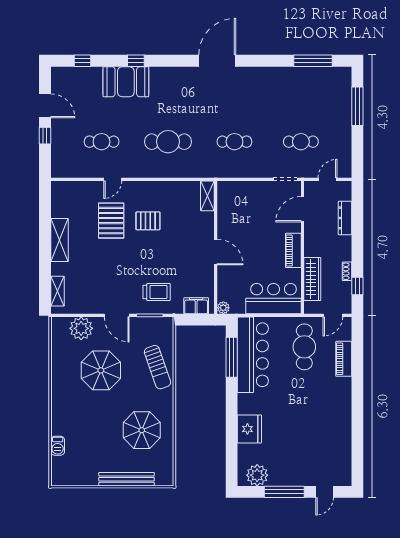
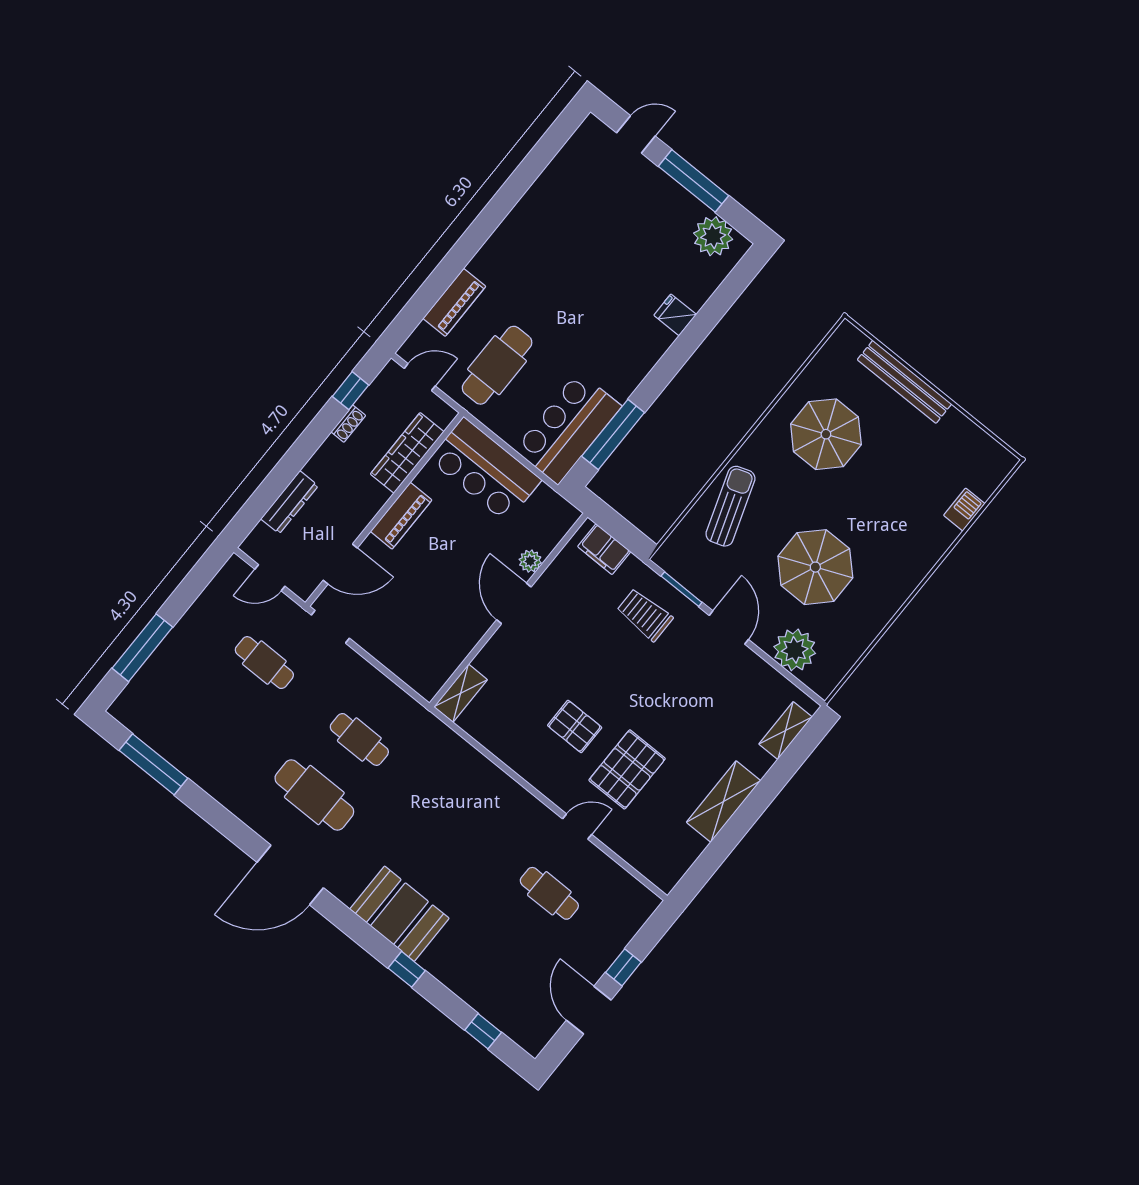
booth: (126, 82) -> (399, 914), moved
cafe table: (168, 142) -> (314, 795), moved
plant: (223, 308) -> (530, 561), moved
bar counter: (253, 355) -> (568, 428), width x0.73
fridge: (249, 429) -> (675, 315), width x0.53, depth x0.75

